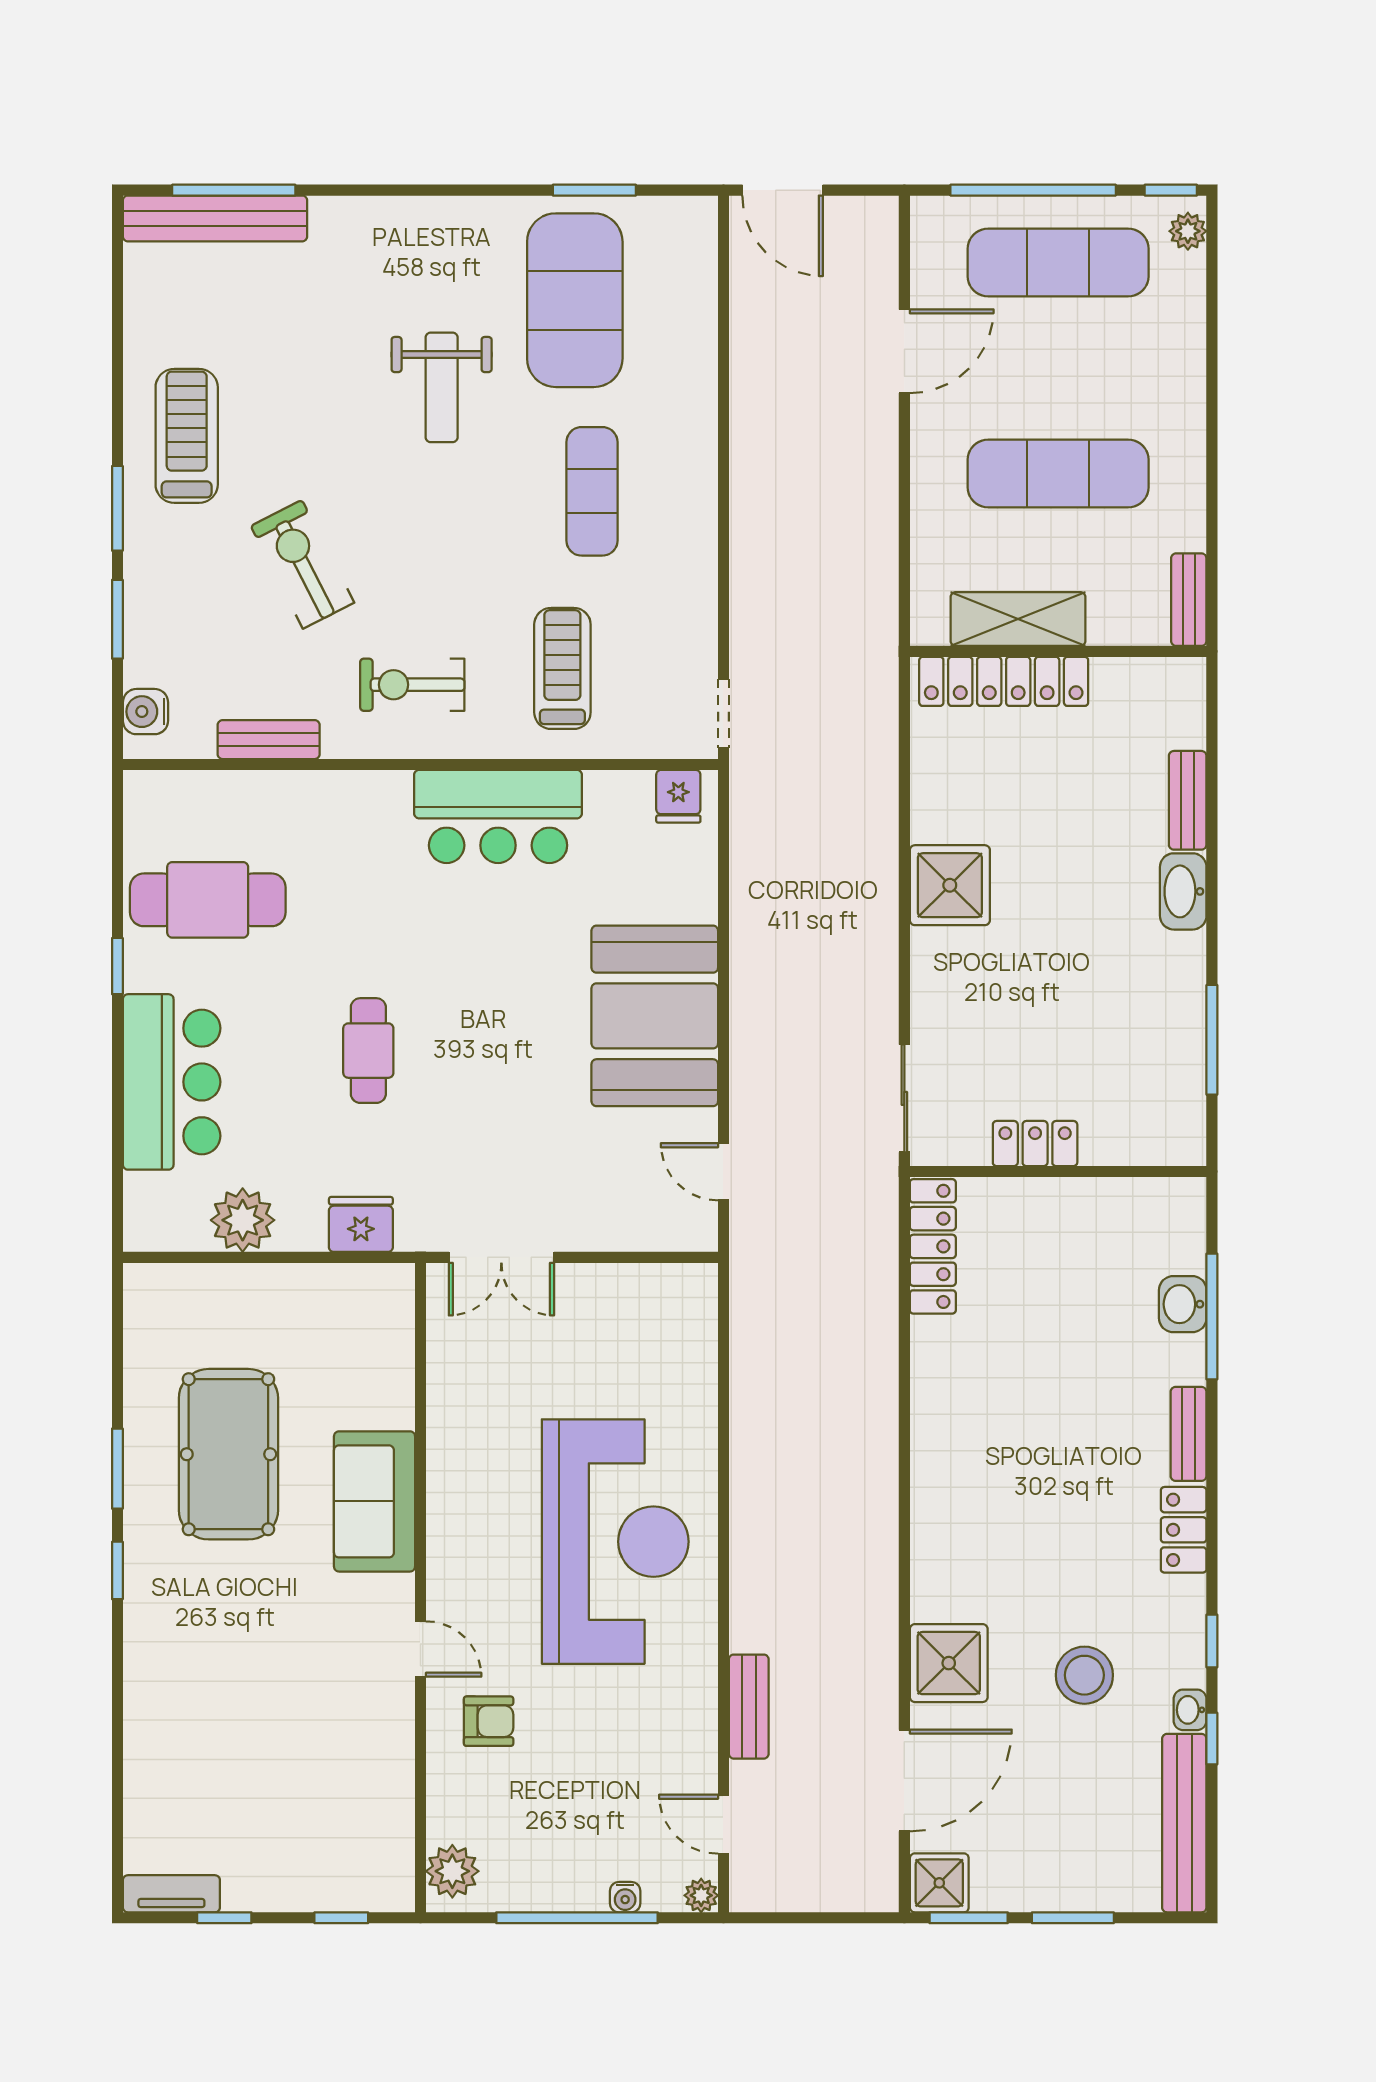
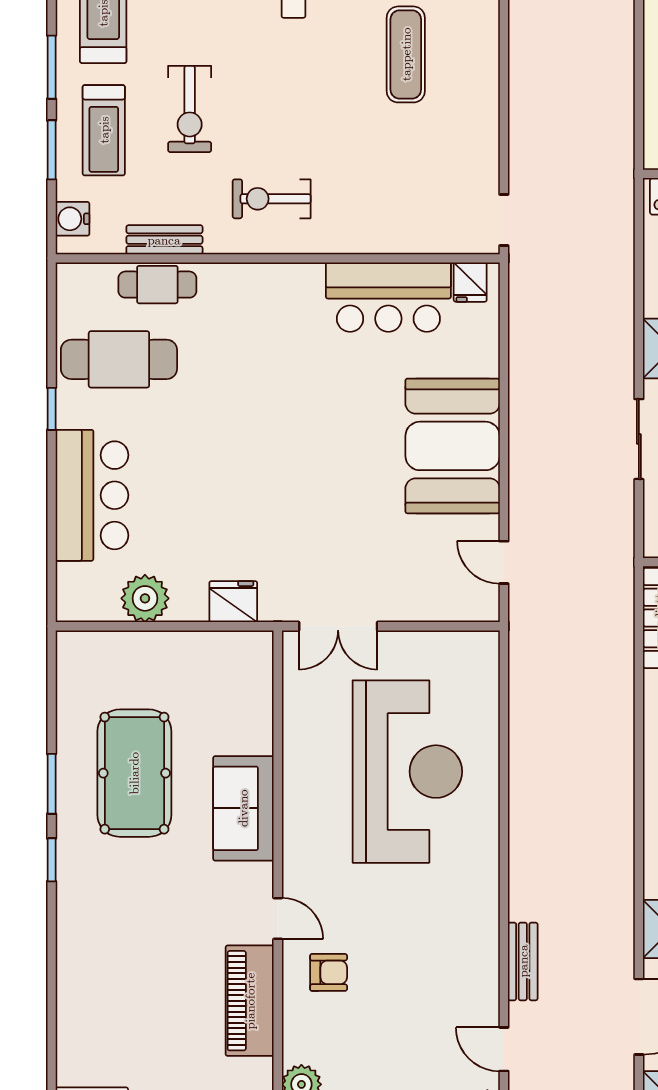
exercise bike: (302, 564) -> (190, 109), turned -153
treadmill: (562, 668) -> (104, 130), moved, turned 180
bar counter: (498, 816) -> (388, 297), moved
cafe table: (368, 1051) -> (157, 285), moved, turned 90
sliding door: (904, 1098) -> (639, 439), moved
reception desk: (615, 1542) -> (407, 772), moved
piano: (383, 1759) -> (250, 1001), added

